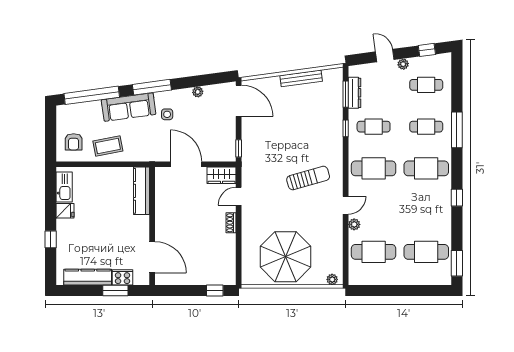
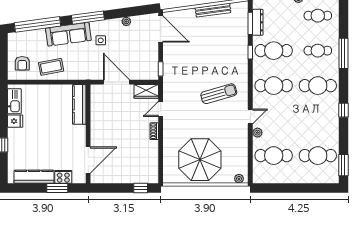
cafe table: (374, 127) -> (274, 51), width x1.37, depth x1.35
door: (152, 257) -> (88, 160), hinge flipped

